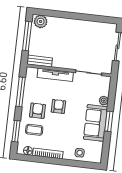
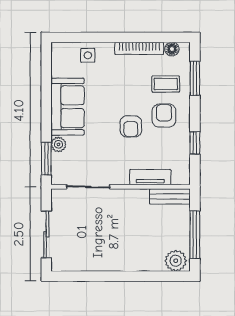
tv unit: (55, 75) -> (150, 177), width x0.71
window: (21, 92) -> (195, 143), width x0.46
armchair: (37, 111) -> (164, 116), turned 180
window: (109, 121) -> (46, 159), moved

